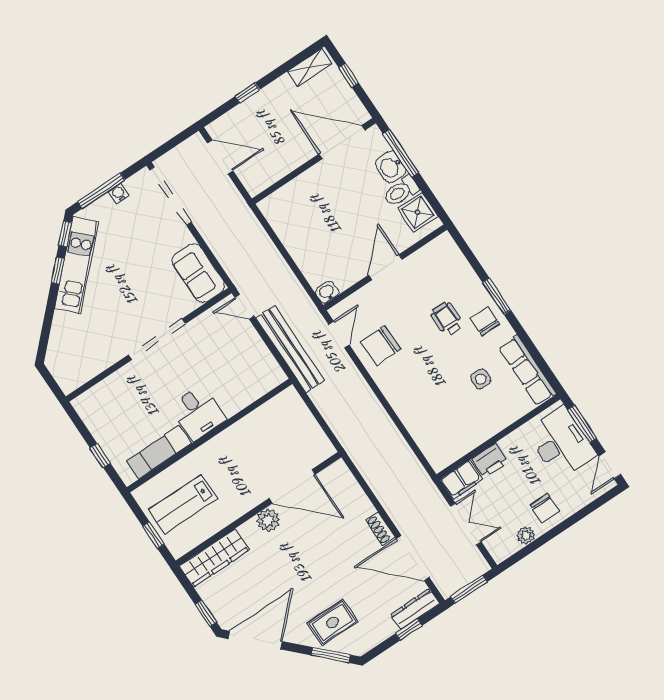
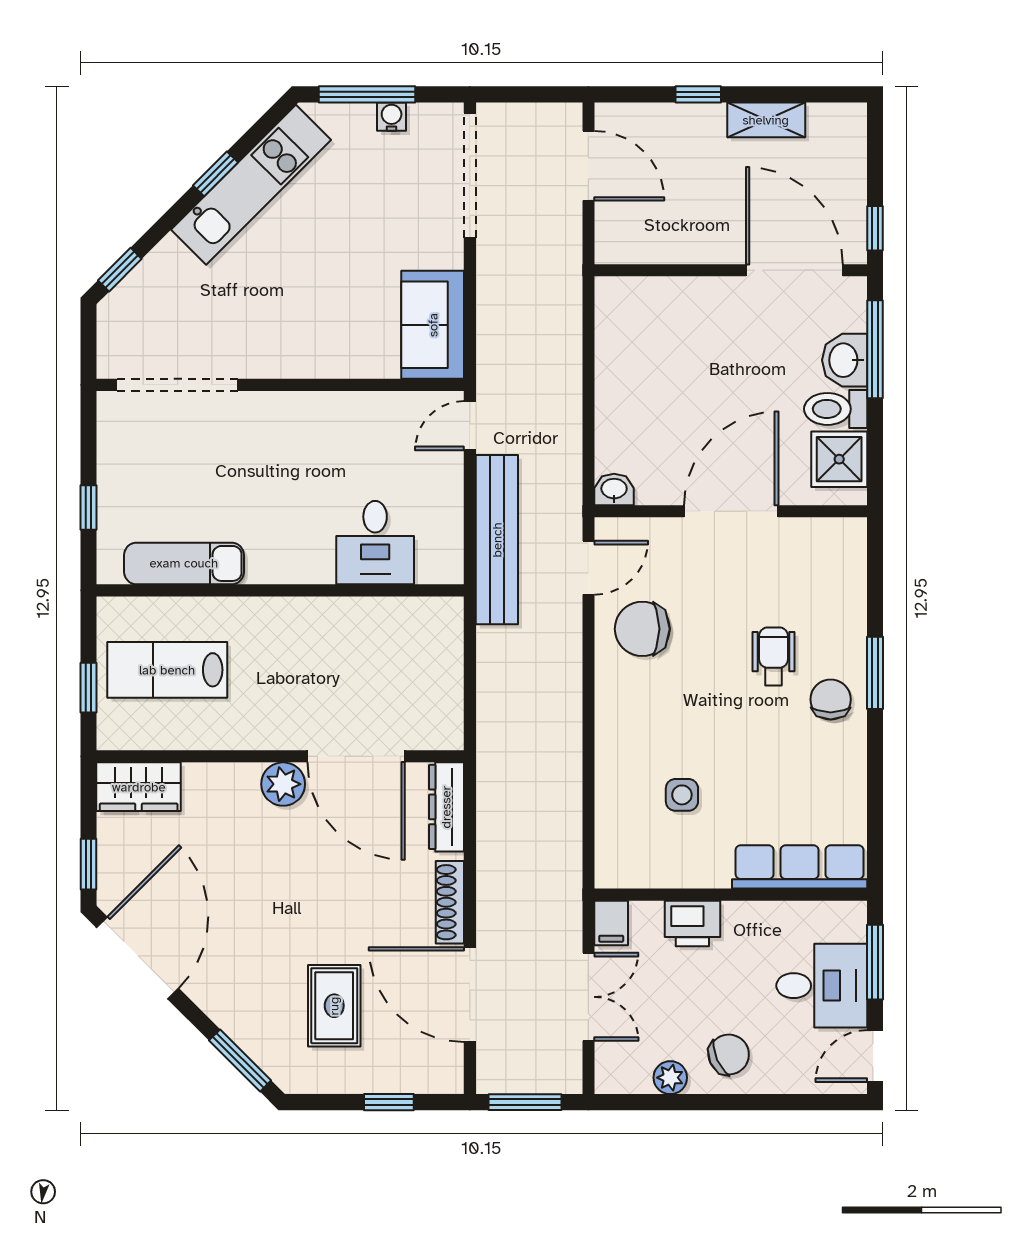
shelving: (310, 67) -> (766, 120), moved
window: (349, 75) -> (875, 228), moved
window: (65, 234) -> (120, 270), moved
door: (385, 267) -> (731, 511), width x1.36
door: (245, 307) -> (470, 426), hinge flipped
doorway: (157, 339) -> (177, 385), moved
row of seats: (527, 370) -> (800, 867), moved, turned 90
side table: (481, 379) -> (682, 795), moved
desk: (198, 413) -> (375, 543), moved
desk: (561, 443) -> (822, 986), width x0.73
filing cabinet: (461, 480) -> (611, 923), width x0.50
chair: (545, 508) -> (729, 1055), turned -114
shoe rack: (380, 529) -> (450, 902), width x1.43
wardrobe: (214, 558) -> (139, 787), width x0.67
dresser: (415, 609) -> (446, 807), moved, turned -90
rug: (333, 623) -> (334, 1006), moved, turned 90
door: (255, 640) -> (138, 958), hinge flipped

